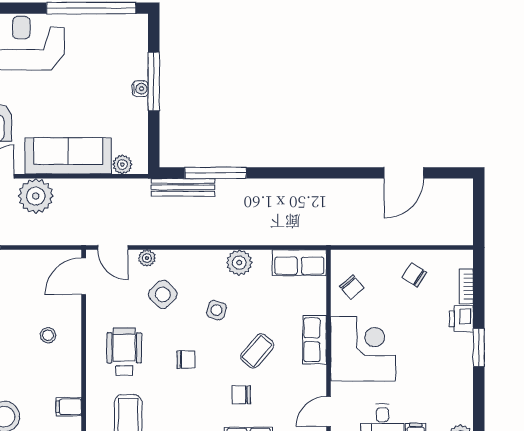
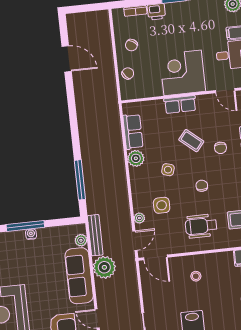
bench: (183, 187) -> (95, 235), moved
plant: (36, 196) -> (104, 267), moved
row of seats: (299, 263) -> (133, 132), moved
chair: (352, 287) -> (128, 73), moved
side table: (163, 294) -> (162, 205), turned 45

